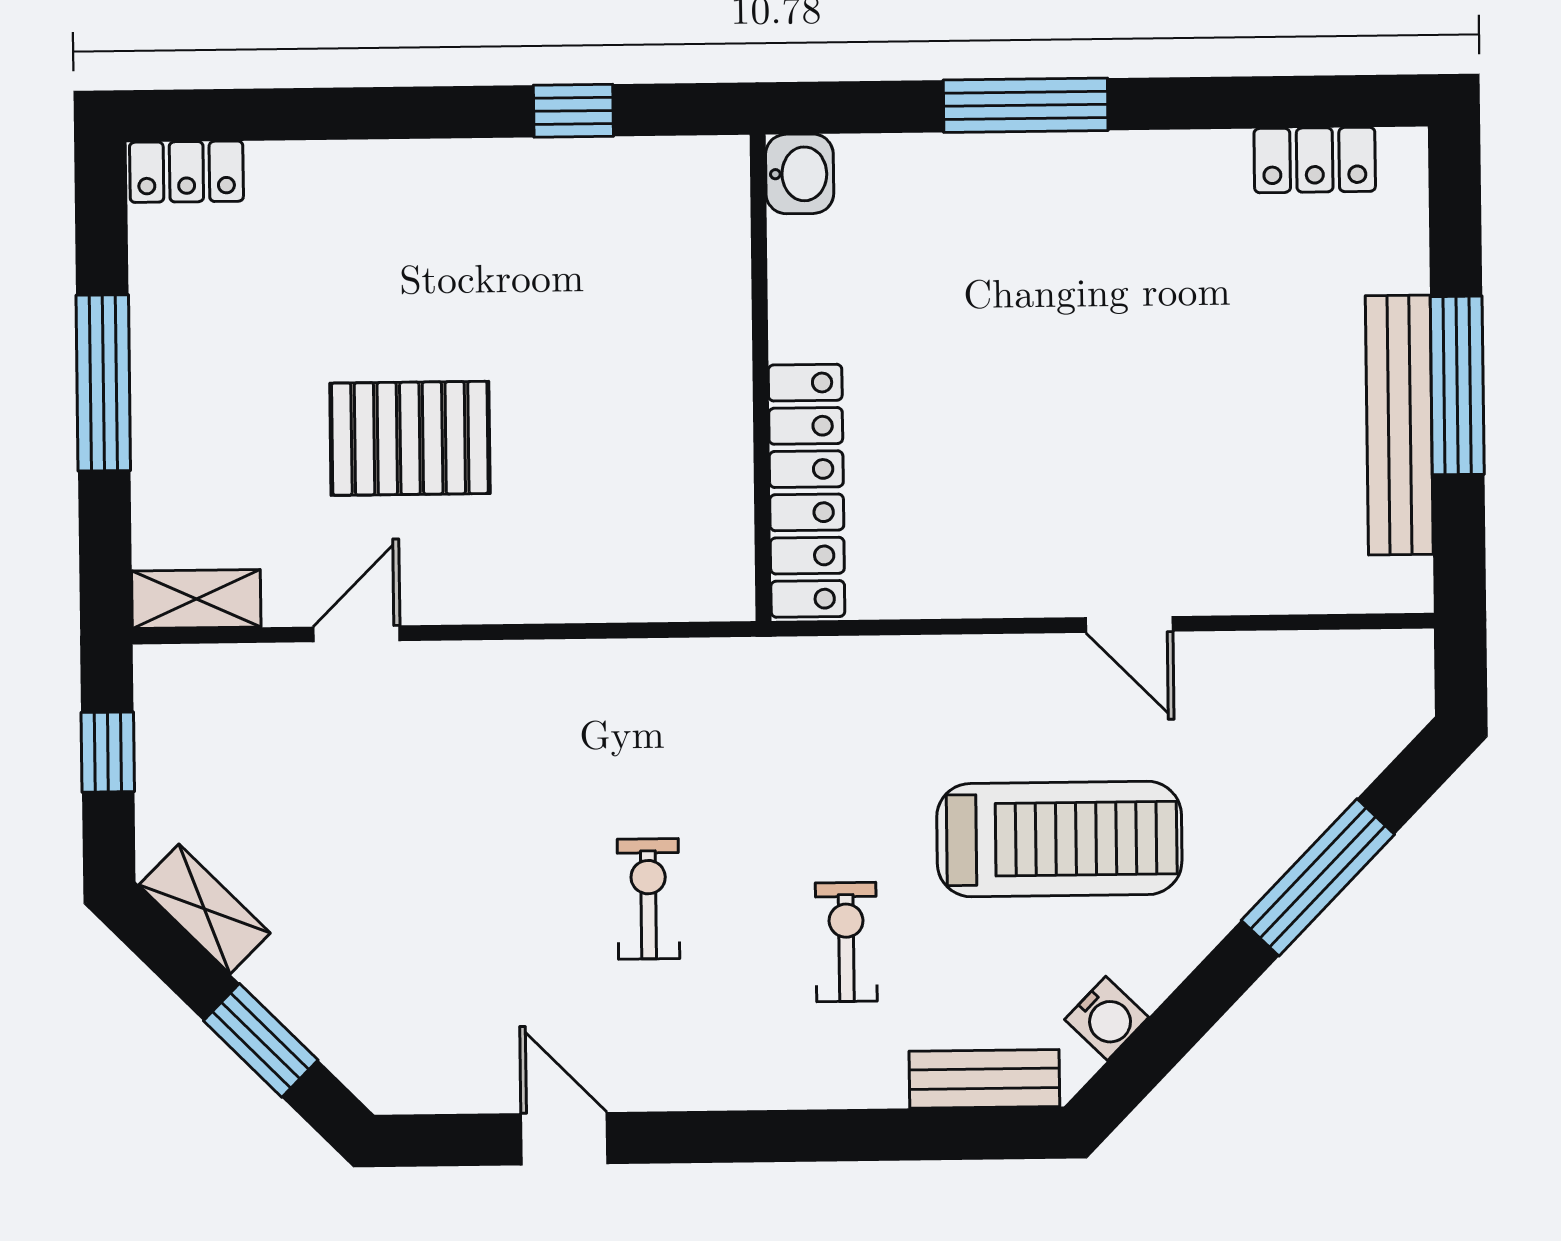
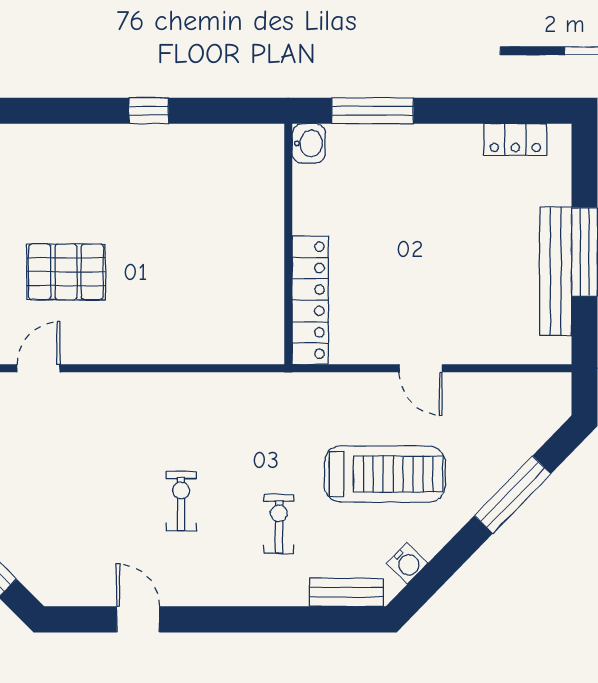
washbasin: (800, 174) -> (309, 143), moved
wall: (761, 378) -> (288, 244), moved
locker: (806, 491) -> (310, 300), moved

